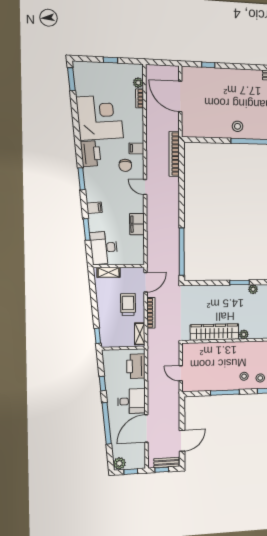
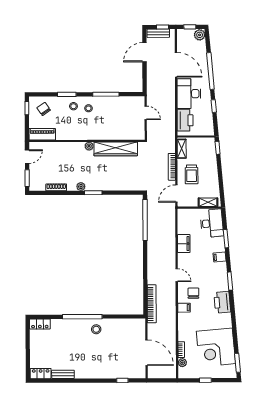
corner desk: (100, 118) -> (216, 347), moved
desk: (132, 401) -> (189, 94), width x1.37
door: (146, 429) -> (176, 65), hinge flipped

